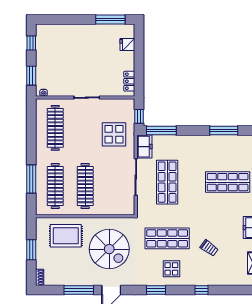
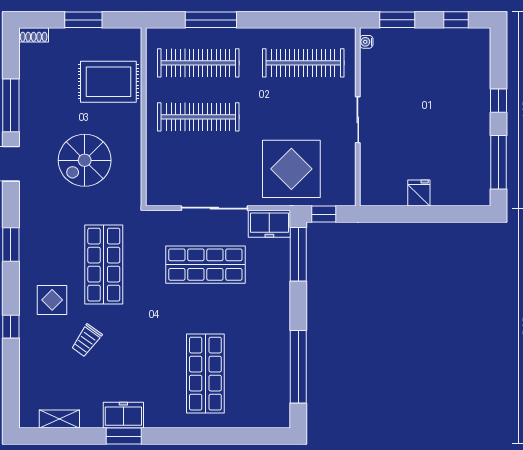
window: (76, 20) -> (498, 101), added
fridge: (127, 44) -> (419, 193), moved
locker: (129, 81) -> (387, 196), removed
window: (224, 131) -> (298, 367), width x1.46
display table: (114, 134) -> (291, 169), width x1.36, depth x1.36
rug: (66, 236) -> (108, 82), turned 90
spiral stairs: (109, 249) -> (85, 160), width x0.73, depth x0.73
display table: (171, 269) -> (52, 300), moved

